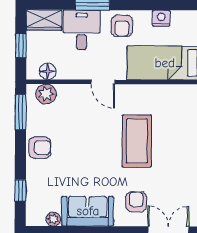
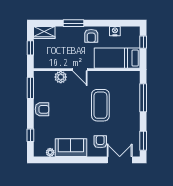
desk: (82, 30) -> (67, 38), removed
floor lamp: (48, 71) -> (47, 63), removed
plant: (46, 94) -> (61, 77), moved

